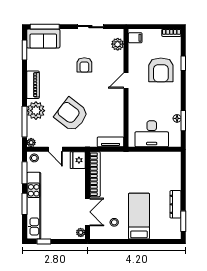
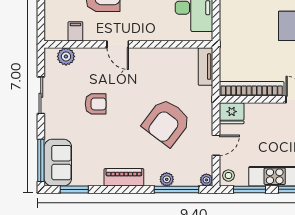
filing cabinet: (135, 38) -> (75, 31), moved
plant: (36, 111) -> (167, 179), width x0.53, depth x0.53

